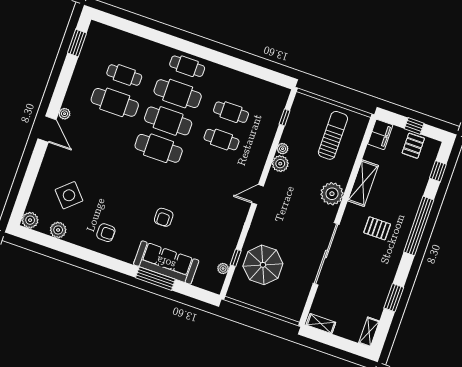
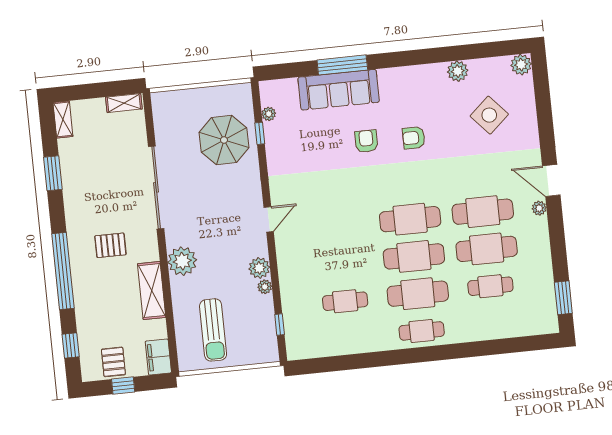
cafe table: (221, 140) -> (483, 212), moved, width x1.37, depth x1.35
plant: (58, 230) -> (458, 71), moved
armchair: (106, 233) -> (414, 138), moved

